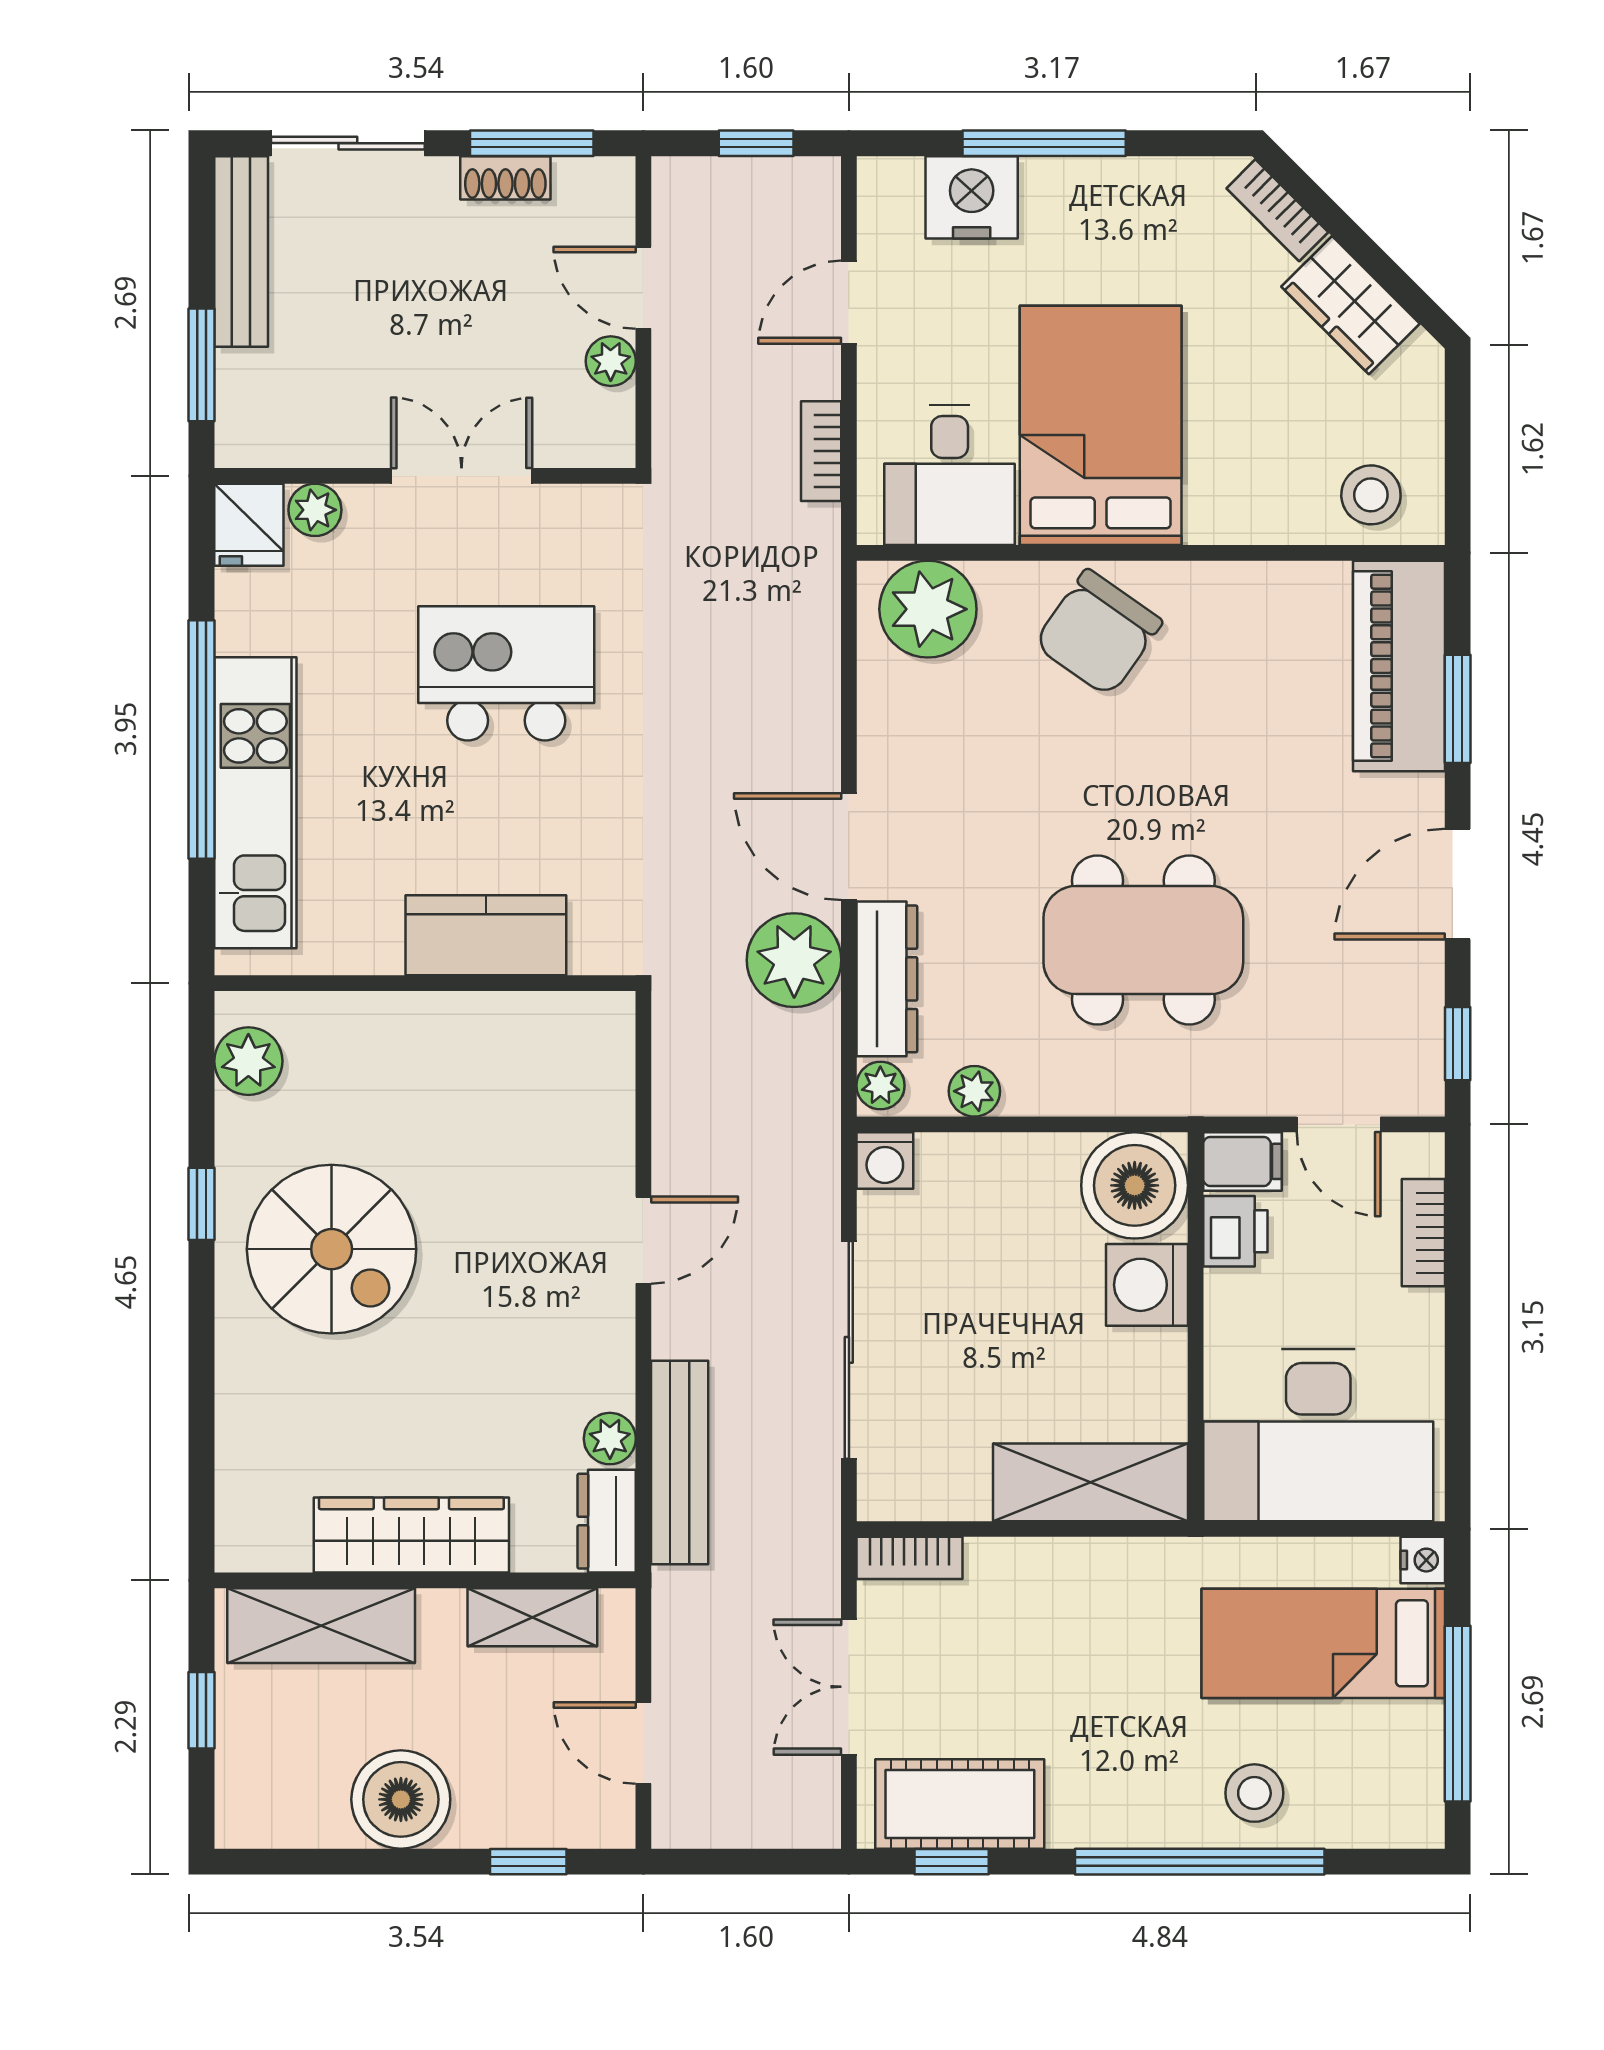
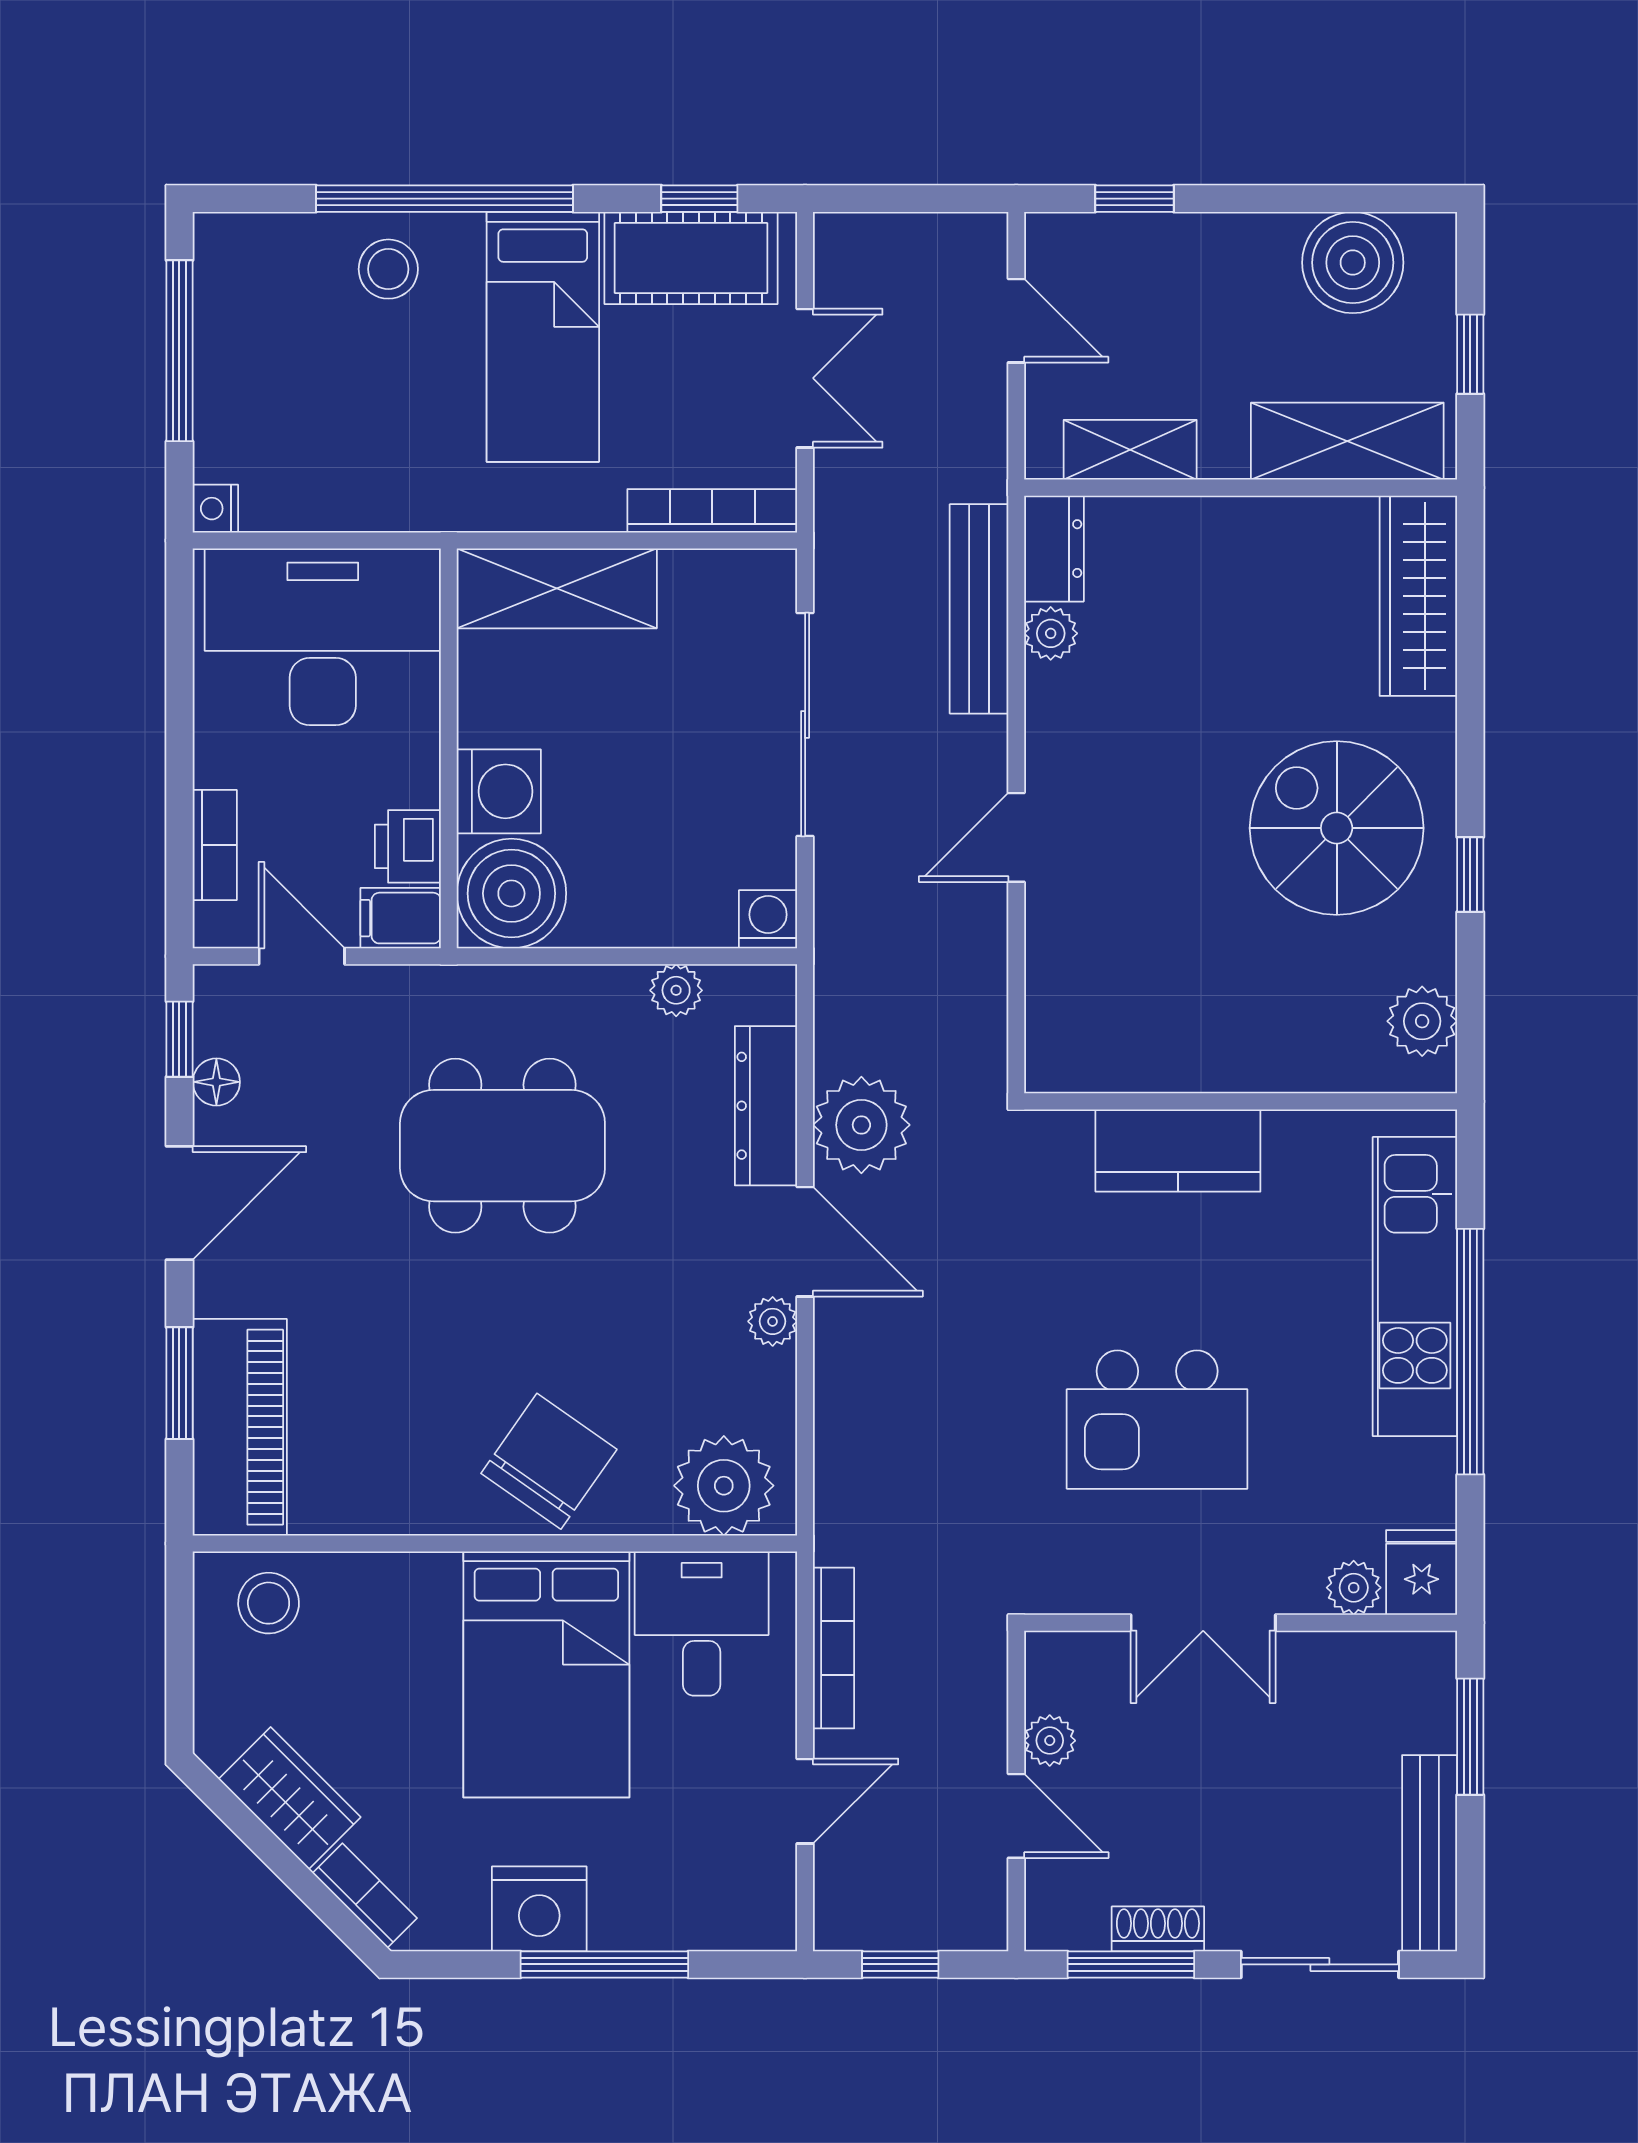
nightstand: (972, 197) -> (539, 1909), moved
bookcase: (821, 451) -> (834, 1648), width x1.56
floor lamp: (1422, 1002) -> (216, 1082), added
plant: (880, 1086) -> (773, 1321), moved
wardrobe: (411, 1535) -> (1418, 596), moved, turned 90
bookcase: (909, 1558) -> (712, 511), width x1.56
bed: (1323, 1643) -> (543, 337), moved, turned 90
boiler: (401, 1799) -> (1353, 263), moved

